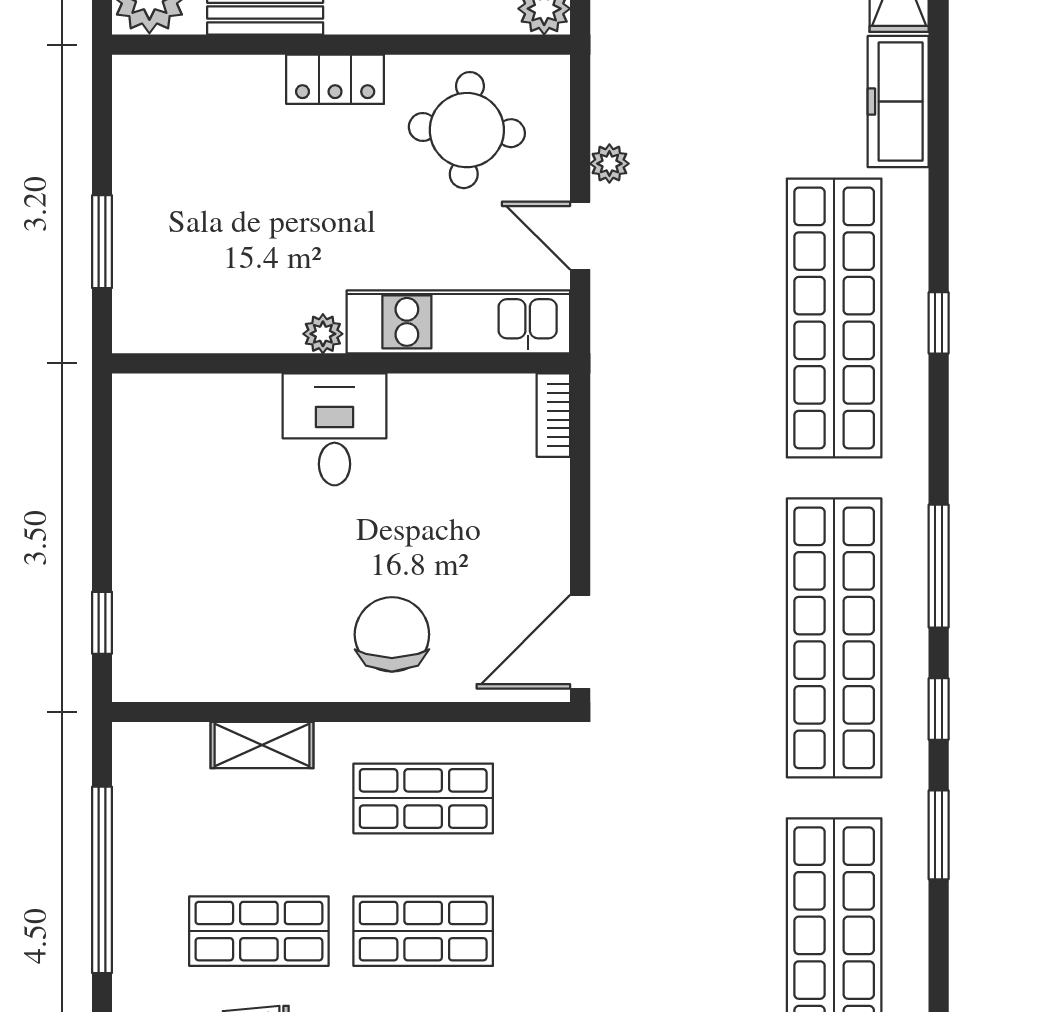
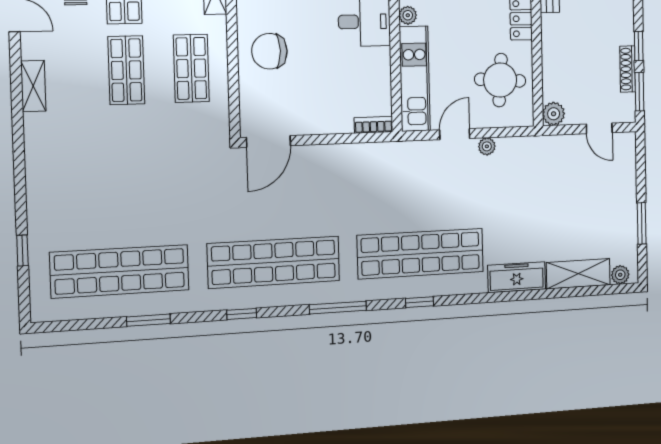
window: (939, 566) -> (338, 308), moved
chair: (392, 634) -> (269, 51), turned 180
door: (580, 642) -> (269, 141), swing flipped
window: (939, 835) -> (148, 320), moved

